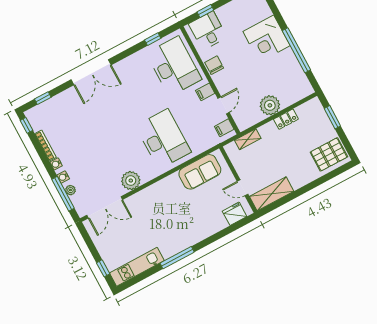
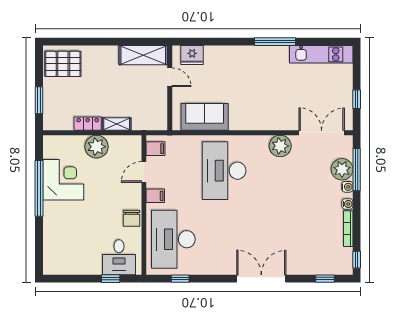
corner desk: (267, 39) -> (63, 180), moved
shelving: (248, 139) -> (117, 124), moved
plant: (70, 190) -> (342, 169), width x1.87, depth x1.87
window: (103, 268) -> (357, 99), moved

